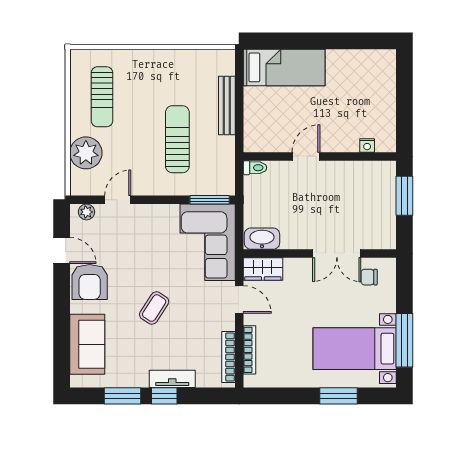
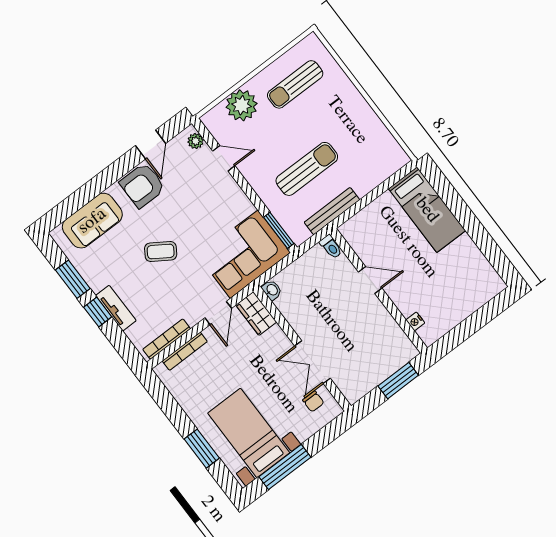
bench: (227, 106) -> (332, 211), moved
washbasin: (262, 239) -> (272, 290), width x0.52, depth x0.69
chair: (369, 277) -> (313, 401), turned 180

